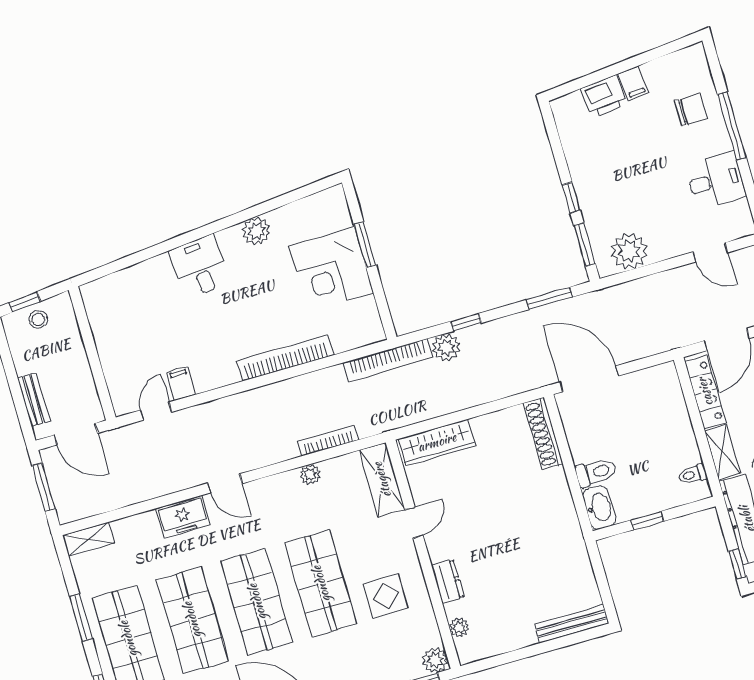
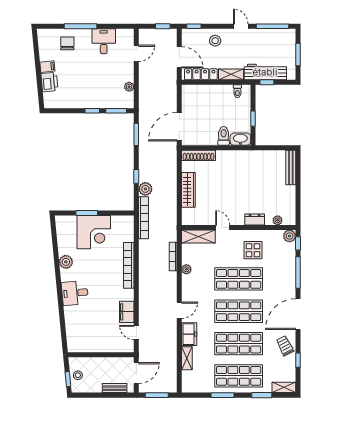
plant: (629, 251) -> (129, 87), width x0.53, depth x0.53
filing cabinet: (181, 383) -> (127, 312), width x2.00
wardrobe: (437, 442) -> (188, 190), moved
shelving: (89, 539) -> (187, 358), moved
window: (737, 564) -> (267, 82), moved

